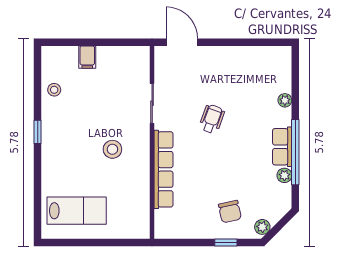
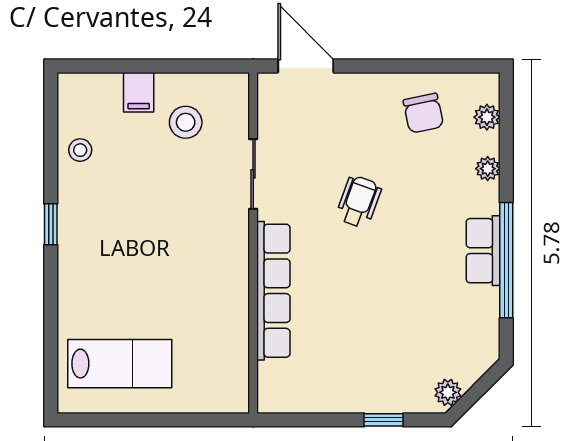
stool: (112, 149) -> (186, 122), moved
plant: (284, 175) -> (487, 117), moved
chair: (230, 212) -> (423, 113), moved

